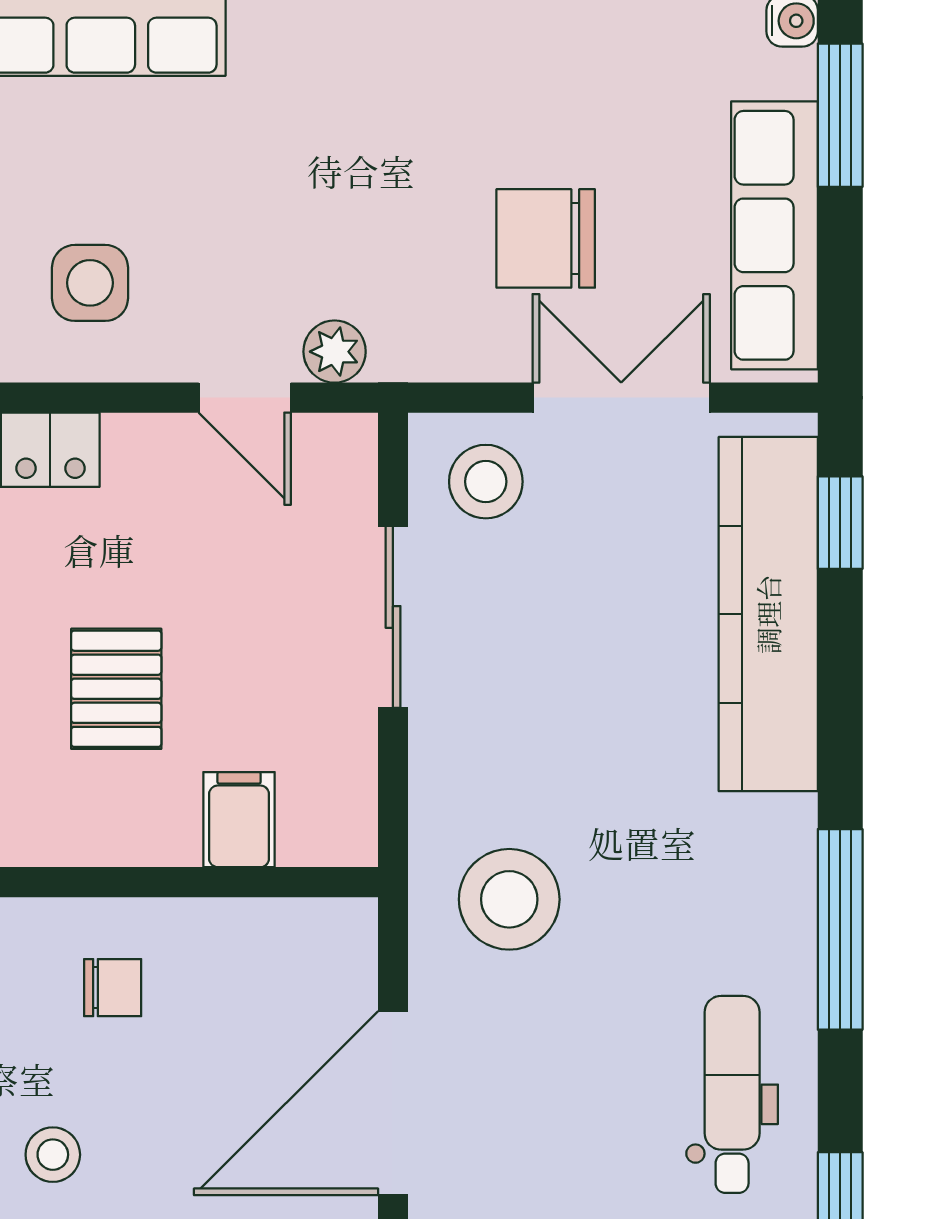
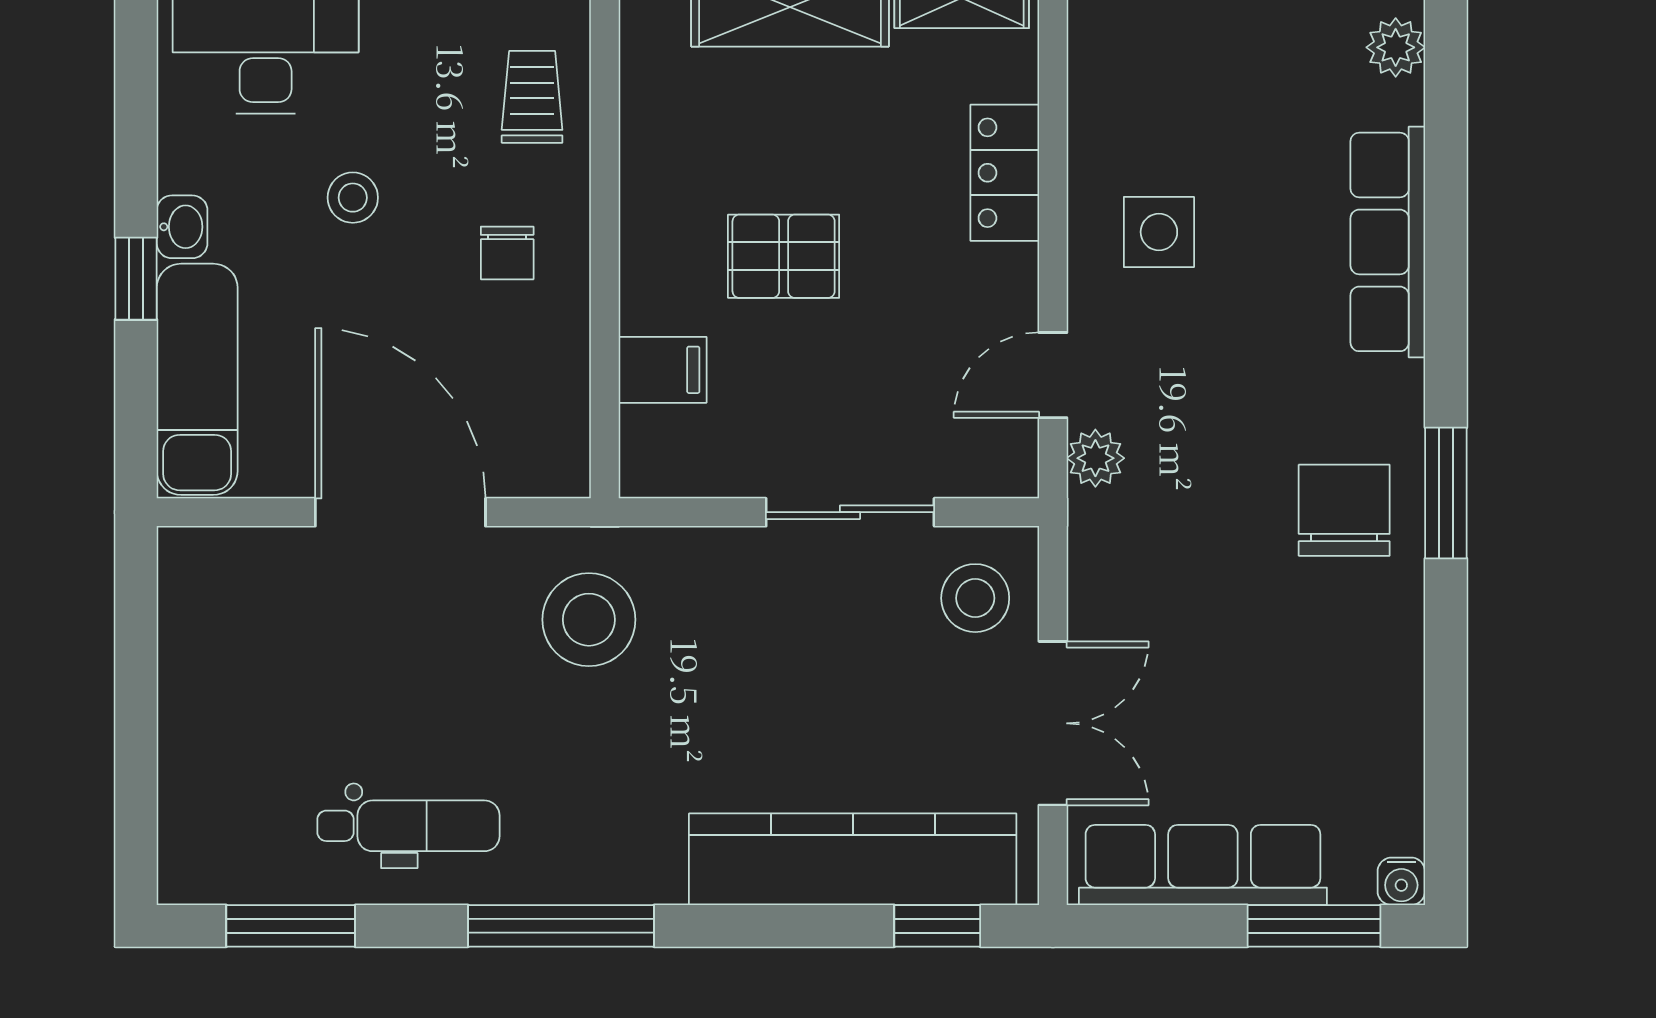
chair: (546, 238) -> (1344, 510), moved

